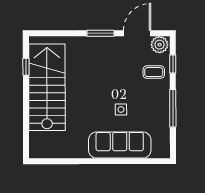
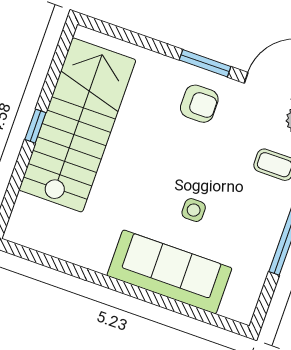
armchair: (105, 55) -> (199, 104), added
window: (26, 67) -> (35, 126), moved

